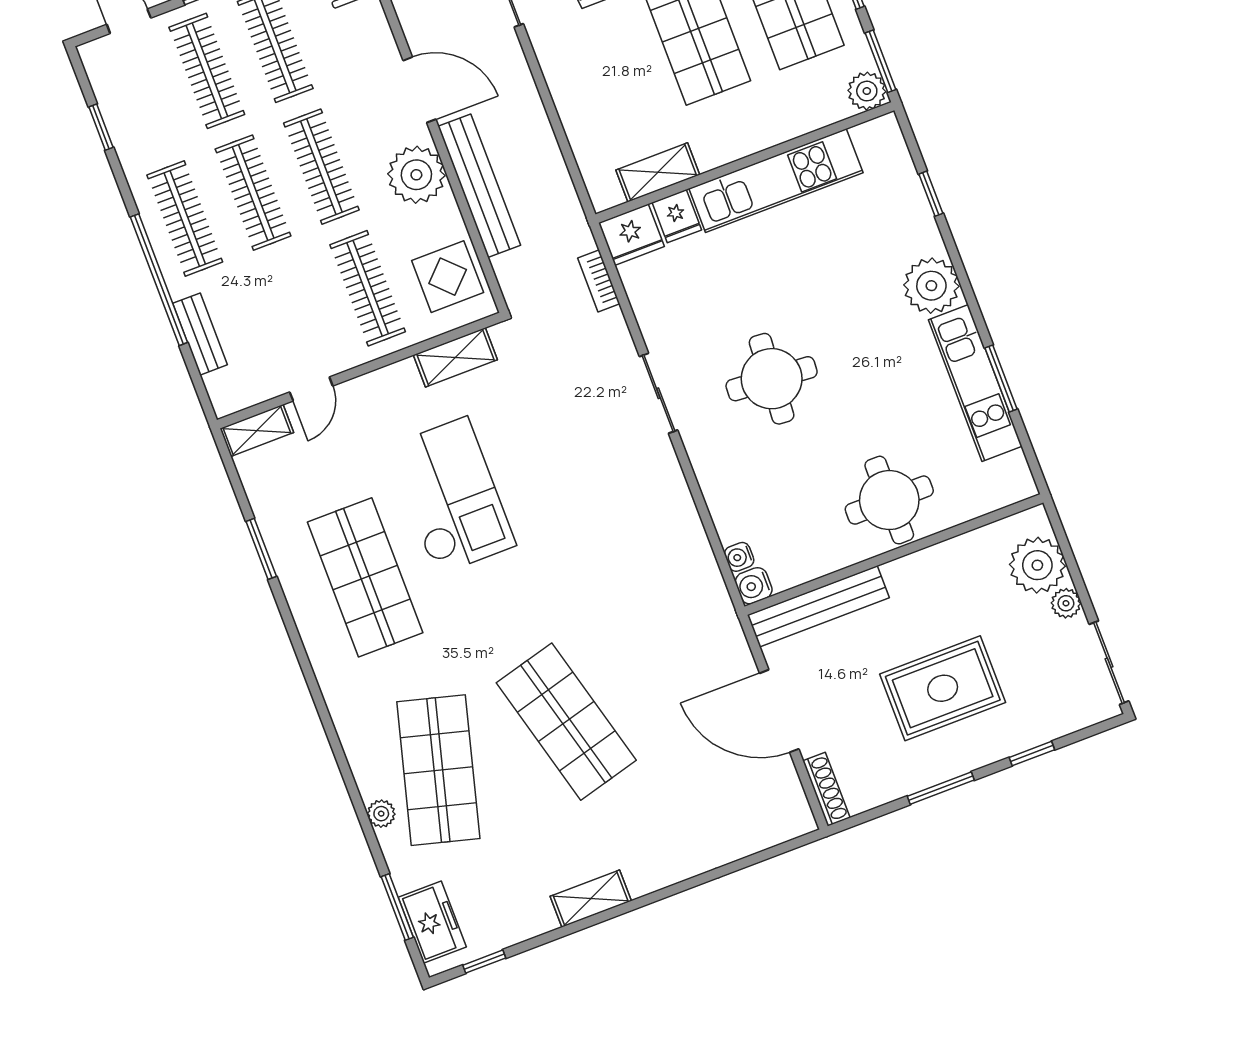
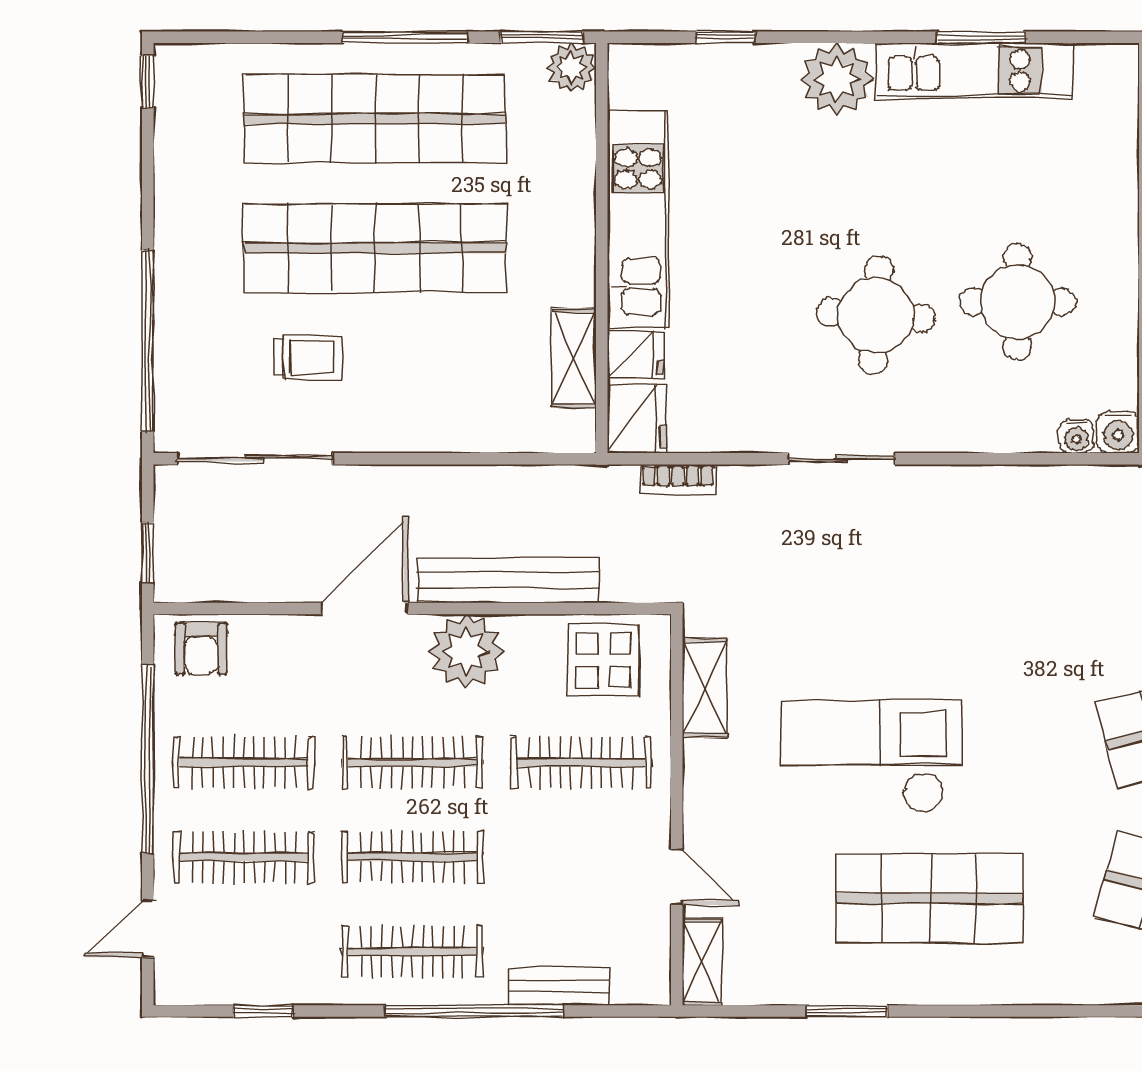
round table: (889, 500) -> (1017, 302), moved

